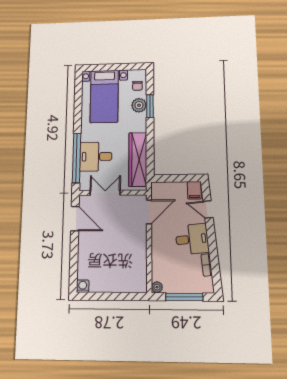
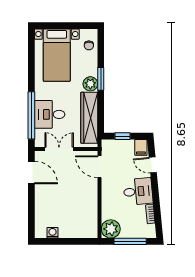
plant: (139, 105) -> (90, 84), moved
window: (150, 106) -> (101, 79), moved
window: (174, 178) -> (123, 136), added
door: (149, 212) -> (99, 167), swing flipped
washing machine: (83, 286) -> (52, 233), moved
plant: (157, 287) -> (111, 229), width x1.87, depth x1.87

